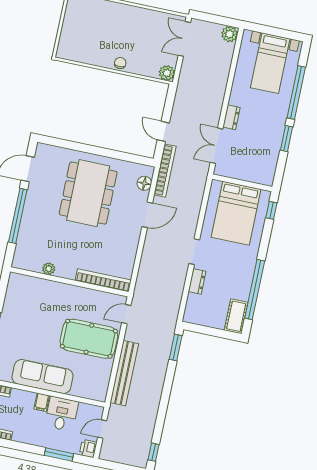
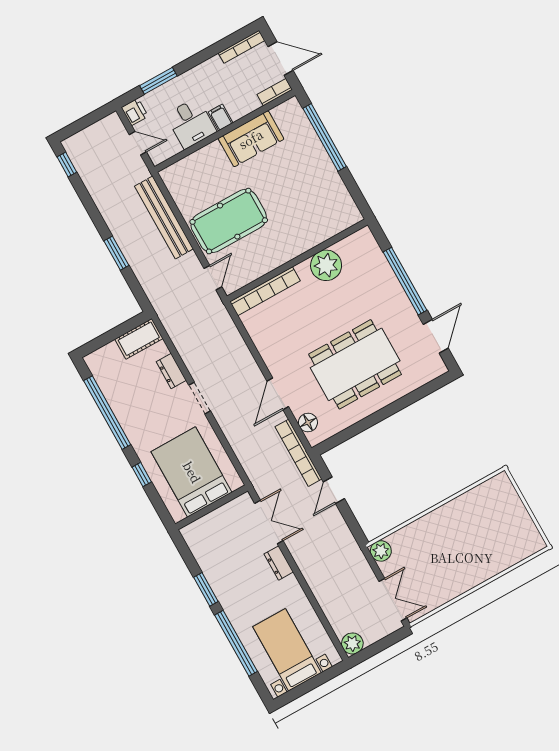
chair: (120, 63) -> (435, 521), removed
door: (163, 131) -> (334, 490), swing flipped
dining table: (88, 193) -> (355, 364), turned 90
window: (271, 210) -> (142, 474), moved
plant: (49, 269) -> (326, 265), width x1.88, depth x1.88
cot: (236, 316) -> (139, 339), moved, turned 90
window: (176, 348) -> (116, 253), moved
sofa: (43, 376) -> (251, 139), width x0.73
door: (102, 429) -> (138, 143), hinge flipped

